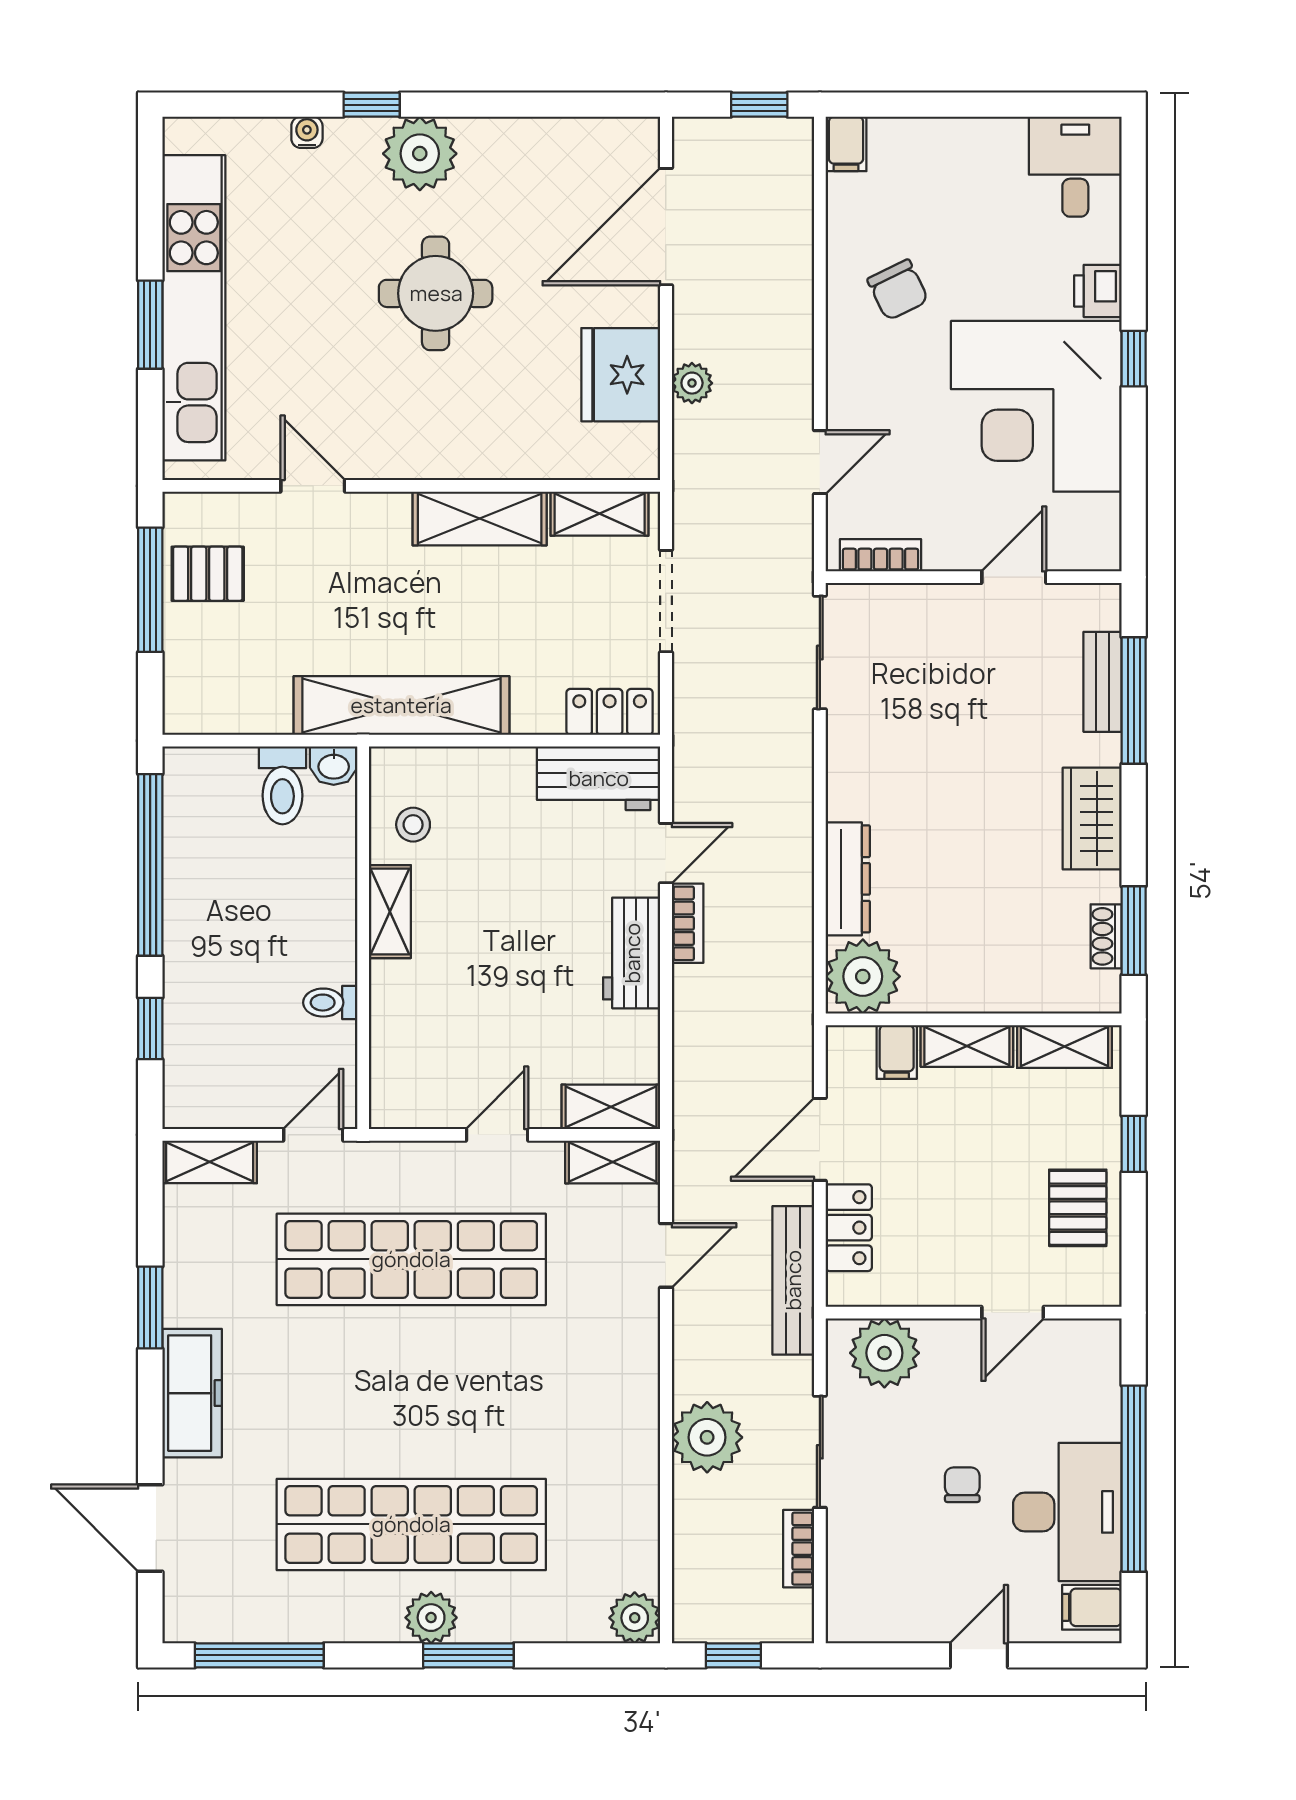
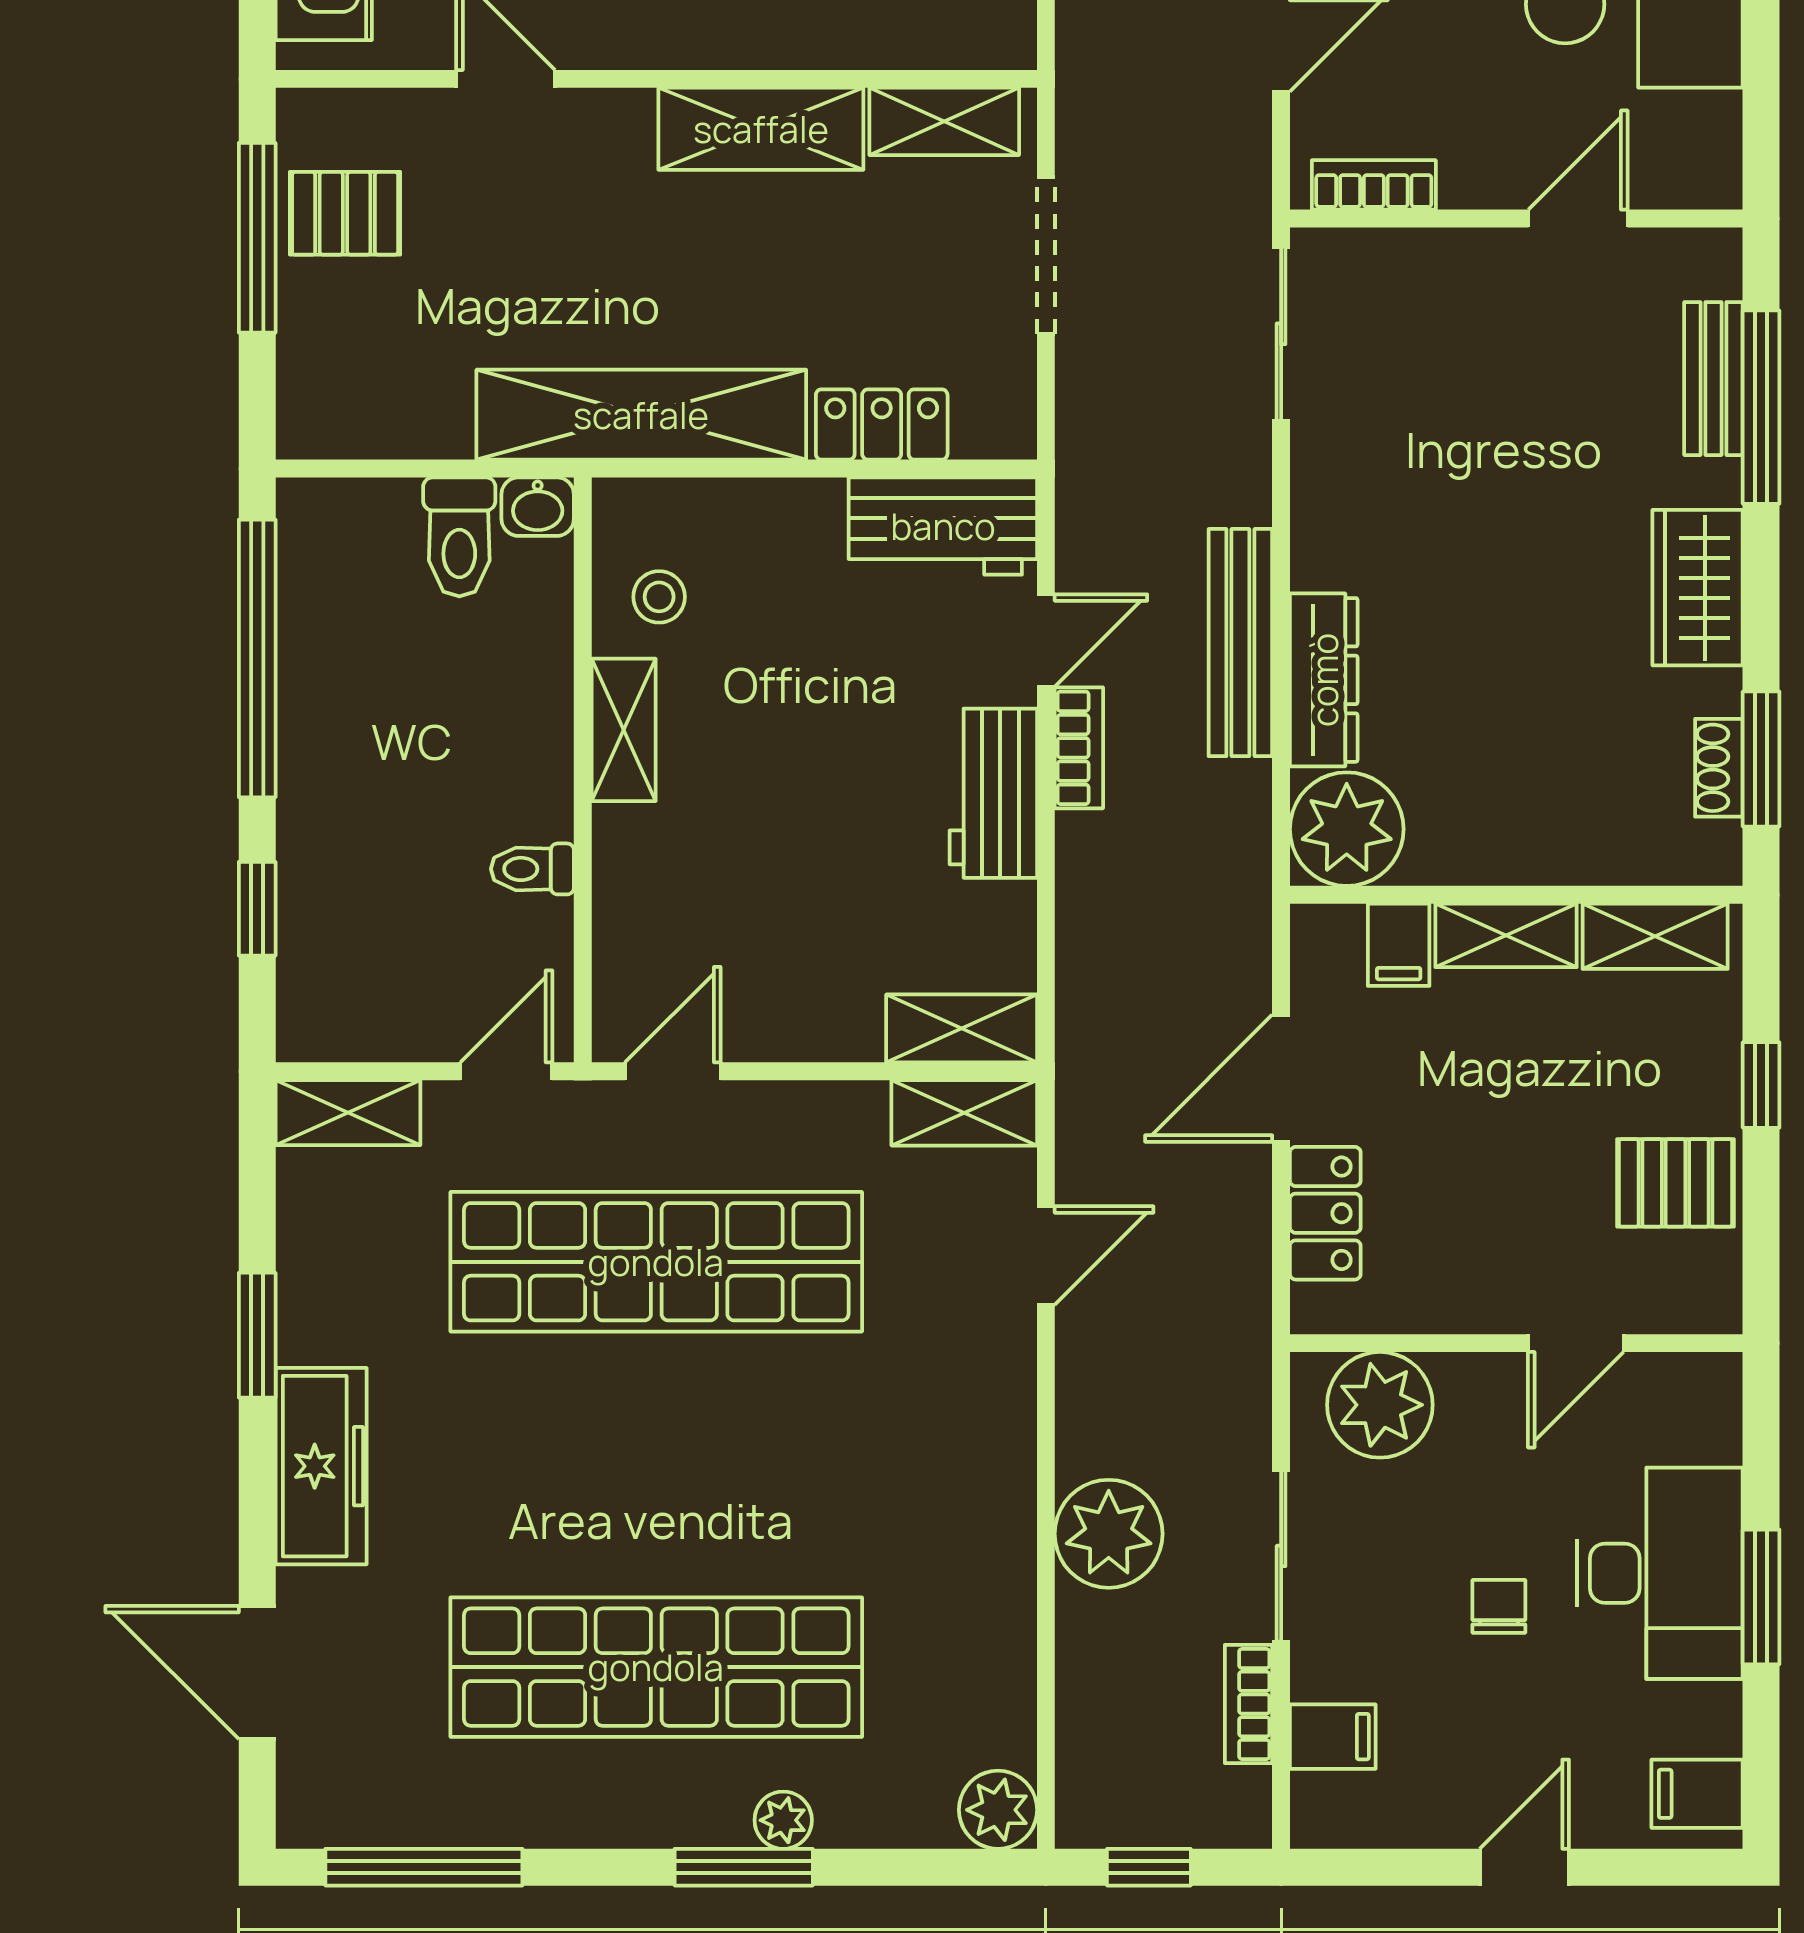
locker: (610, 712) -> (882, 424), moved
door: (497, 1135) -> (673, 1071), moved
pallet: (1078, 1208) -> (1676, 1183), turned 90
bench: (793, 1280) -> (1240, 643), moved
window: (1134, 1479) -> (1761, 1597), width x0.47
desk: (1067, 1512) -> (1660, 1573), moved
filing cabinet: (854, 1570) -> (1333, 1737), added
plant: (431, 1618) -> (783, 1820), moved, width x0.73, depth x0.73

